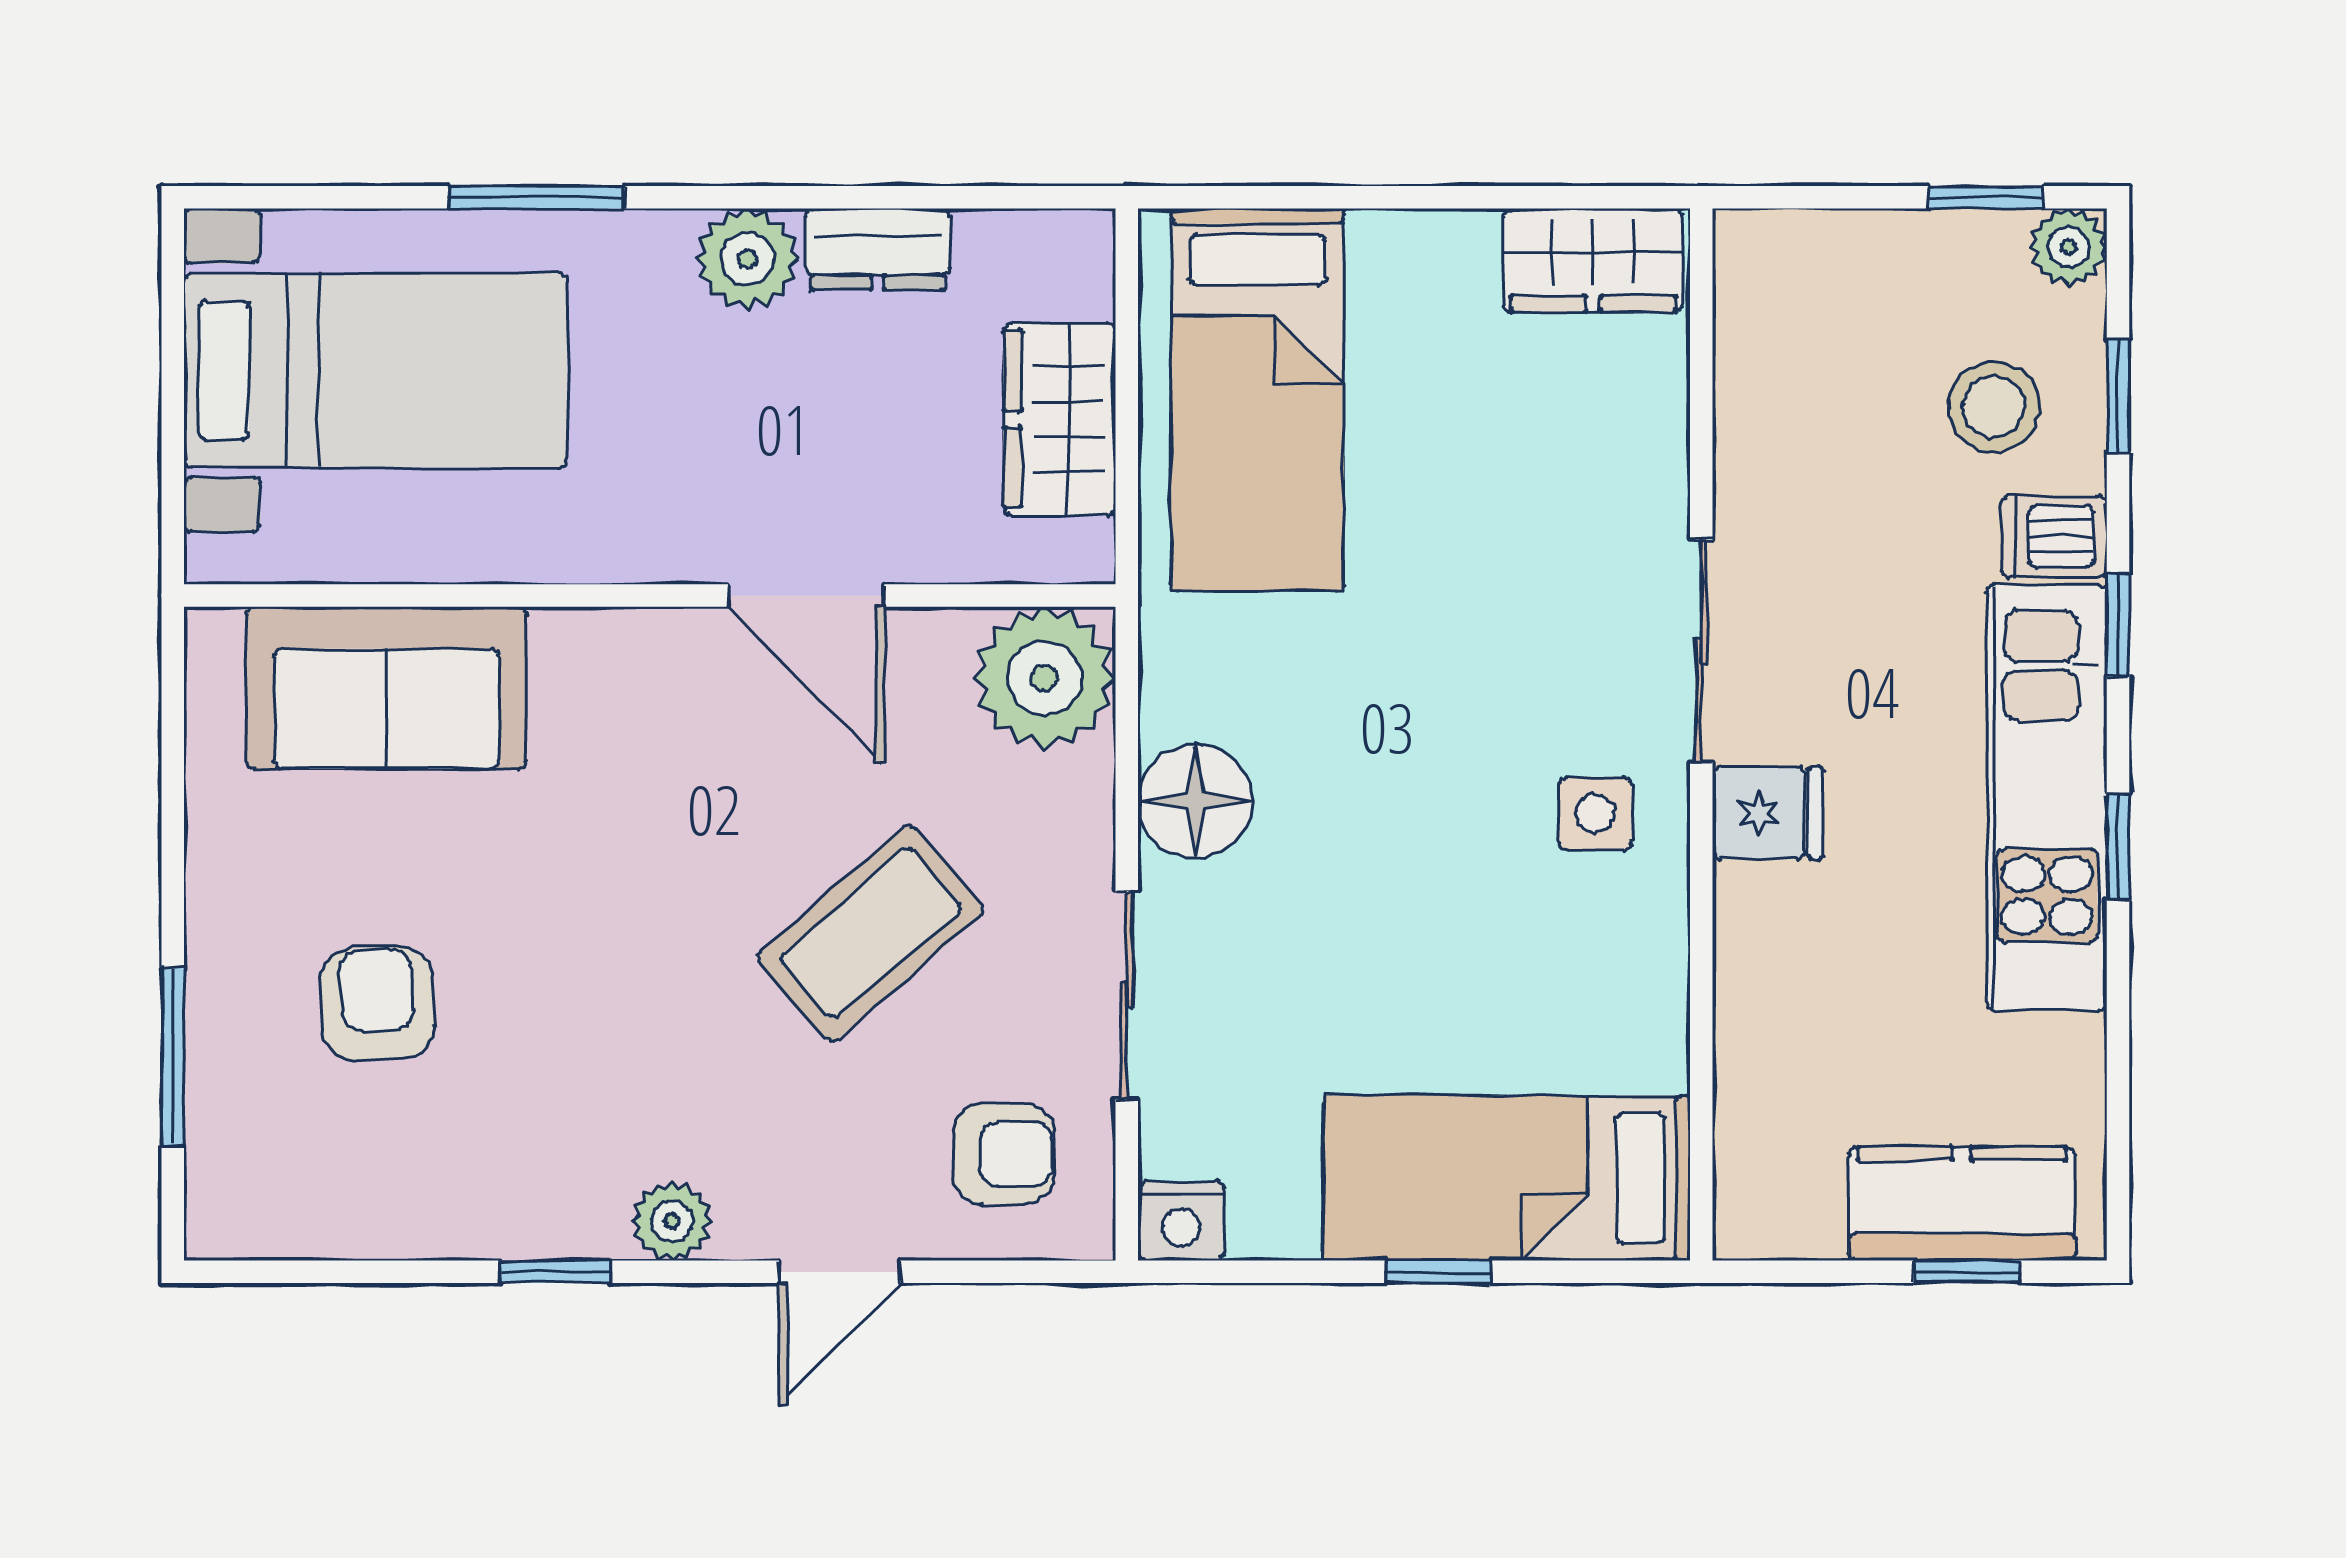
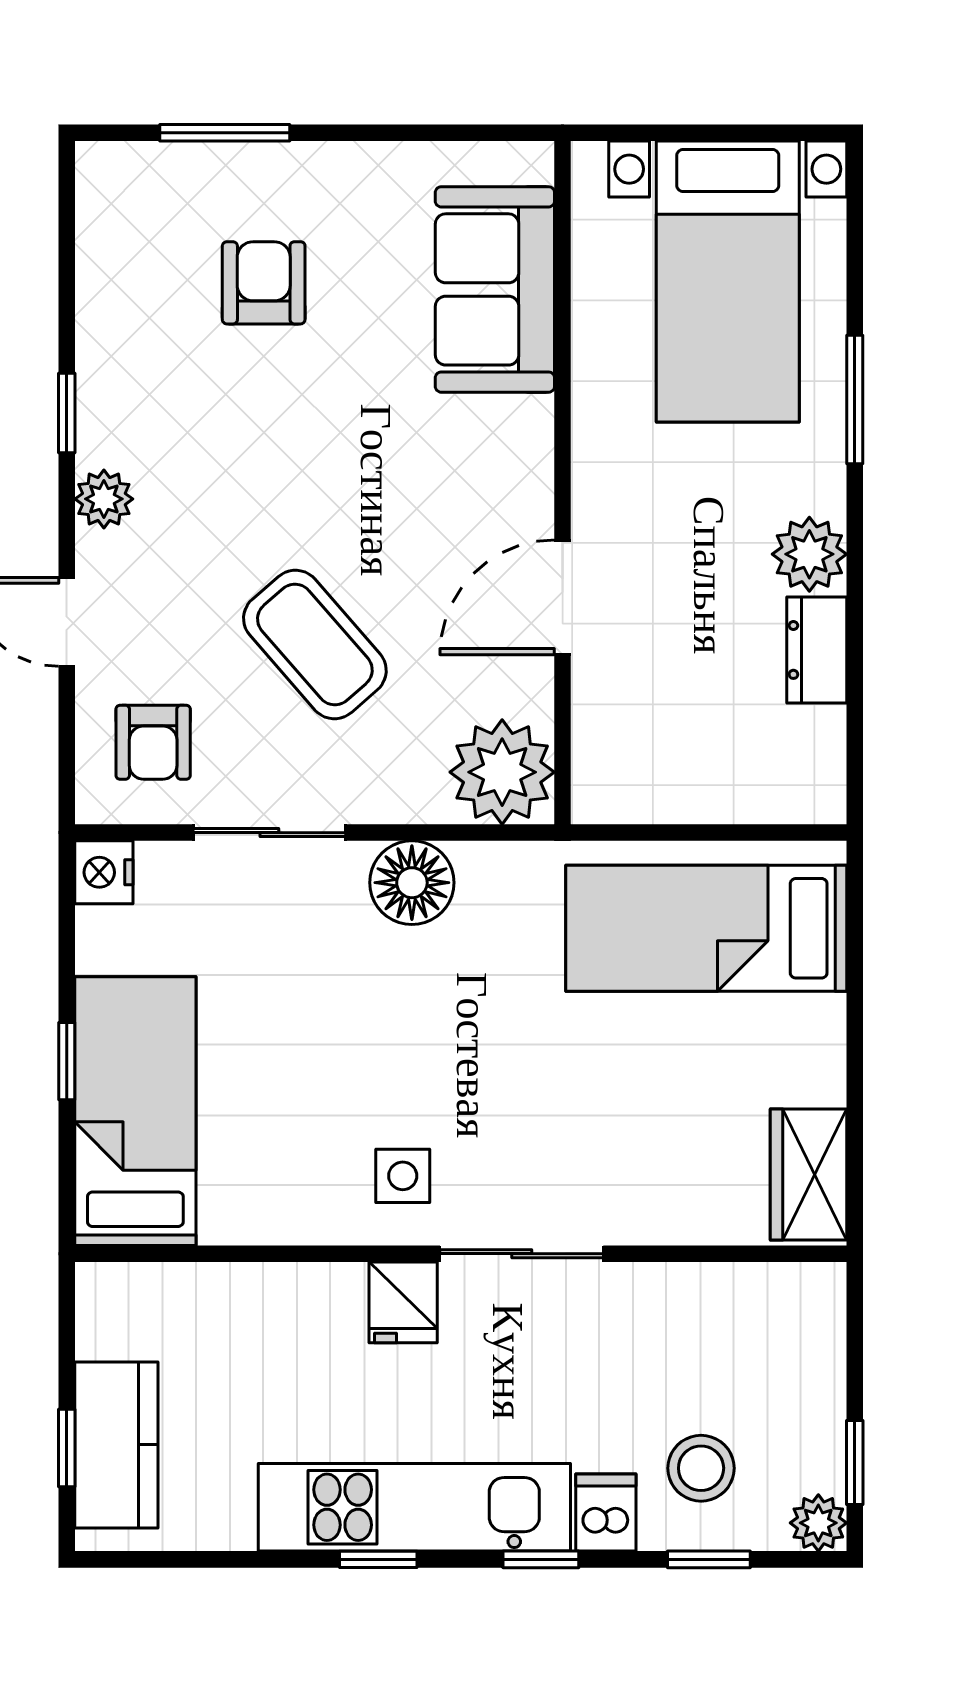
wardrobe: (1060, 419) -> (692, 783), removed
armchair: (377, 1003) -> (264, 283), turned -87

